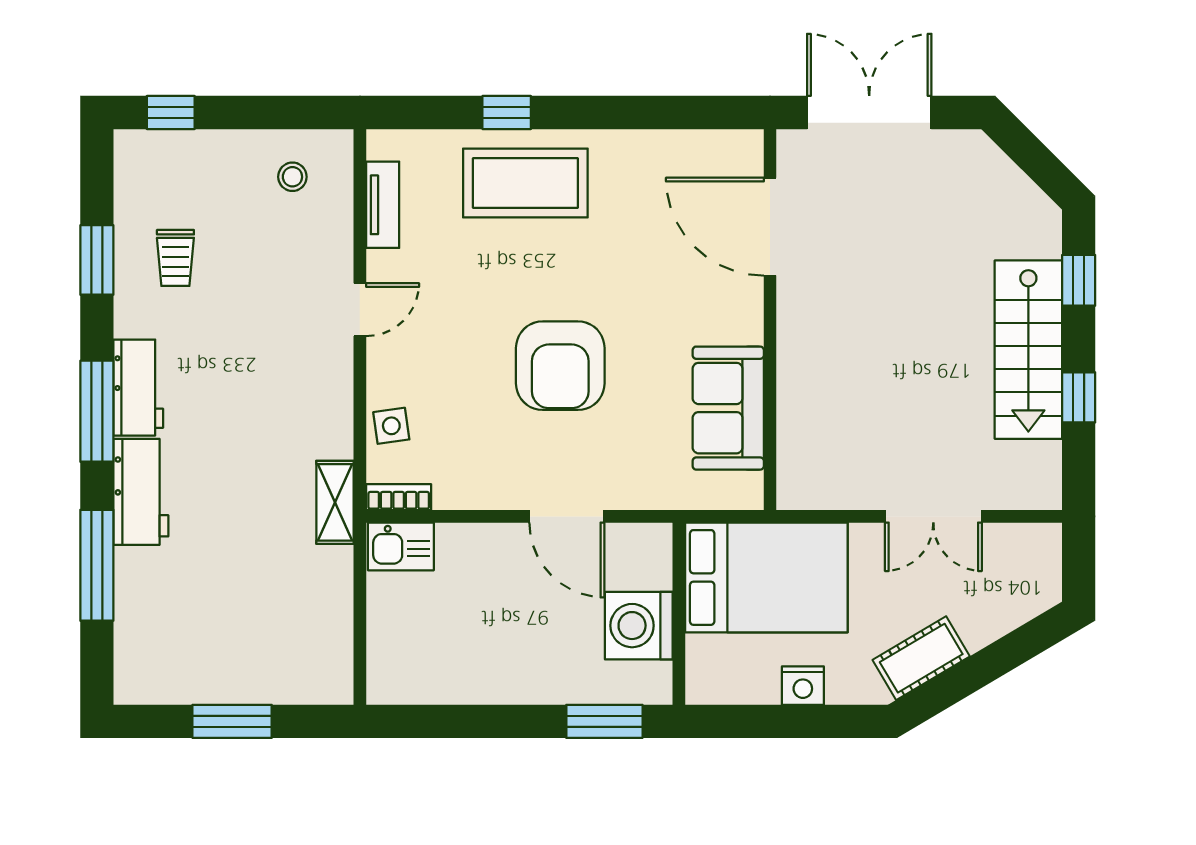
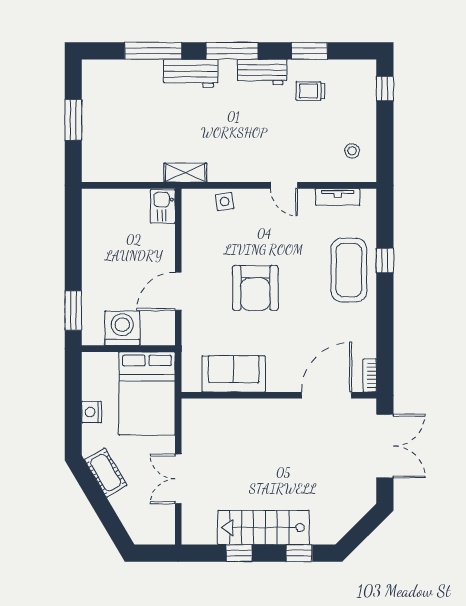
armchair: (560, 366) -> (255, 288), turned -90
workbench: (138, 388) -> (262, 72), moved
bookcase: (399, 497) -> (370, 375), moved, turned 180

